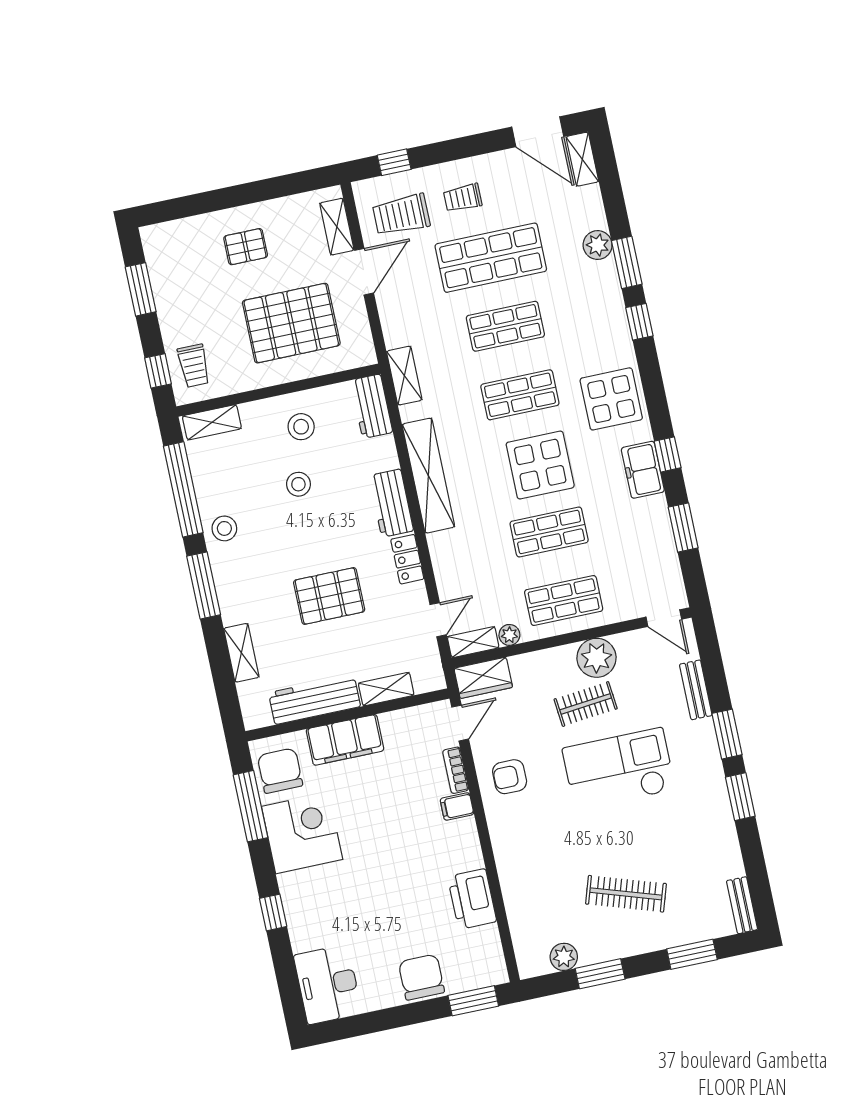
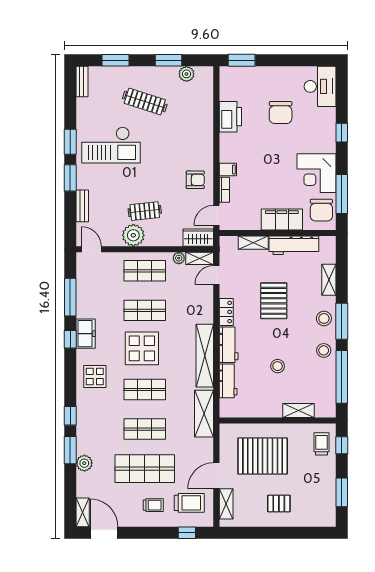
shelving: (404, 376) -> (204, 414), width x1.50, depth x1.33
display table: (611, 399) -> (95, 376), width x0.73, depth x0.73
workbench: (372, 406) -> (228, 381), moved
shelving: (212, 422) -> (298, 410), moved
stool: (301, 427) -> (324, 318), moved
window: (683, 528) -> (70, 297), width x1.44
pallet: (329, 596) -> (274, 301), turned 90
checkout: (619, 769) -> (111, 145), moved
chair: (421, 977) -> (281, 113), moved

